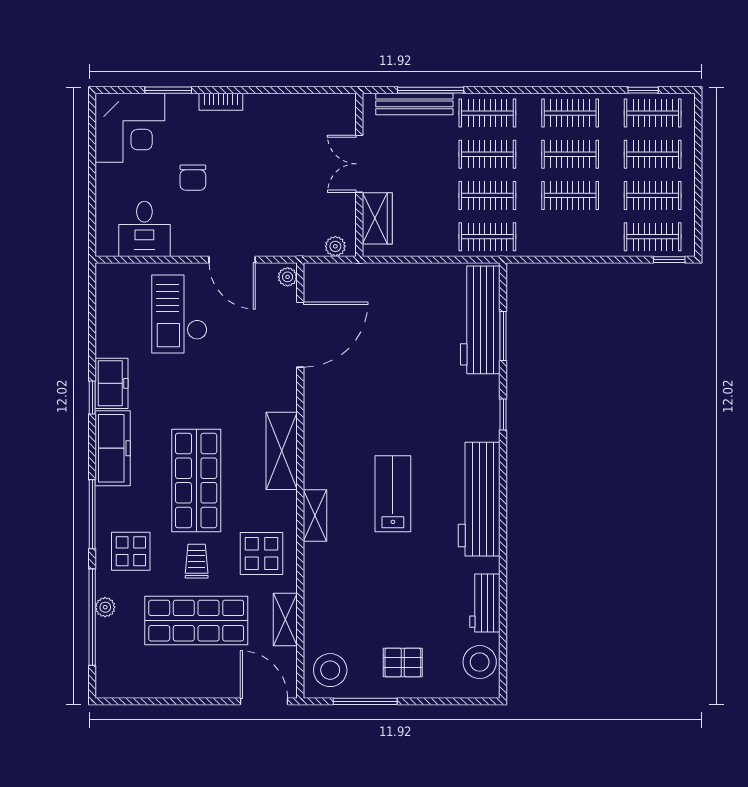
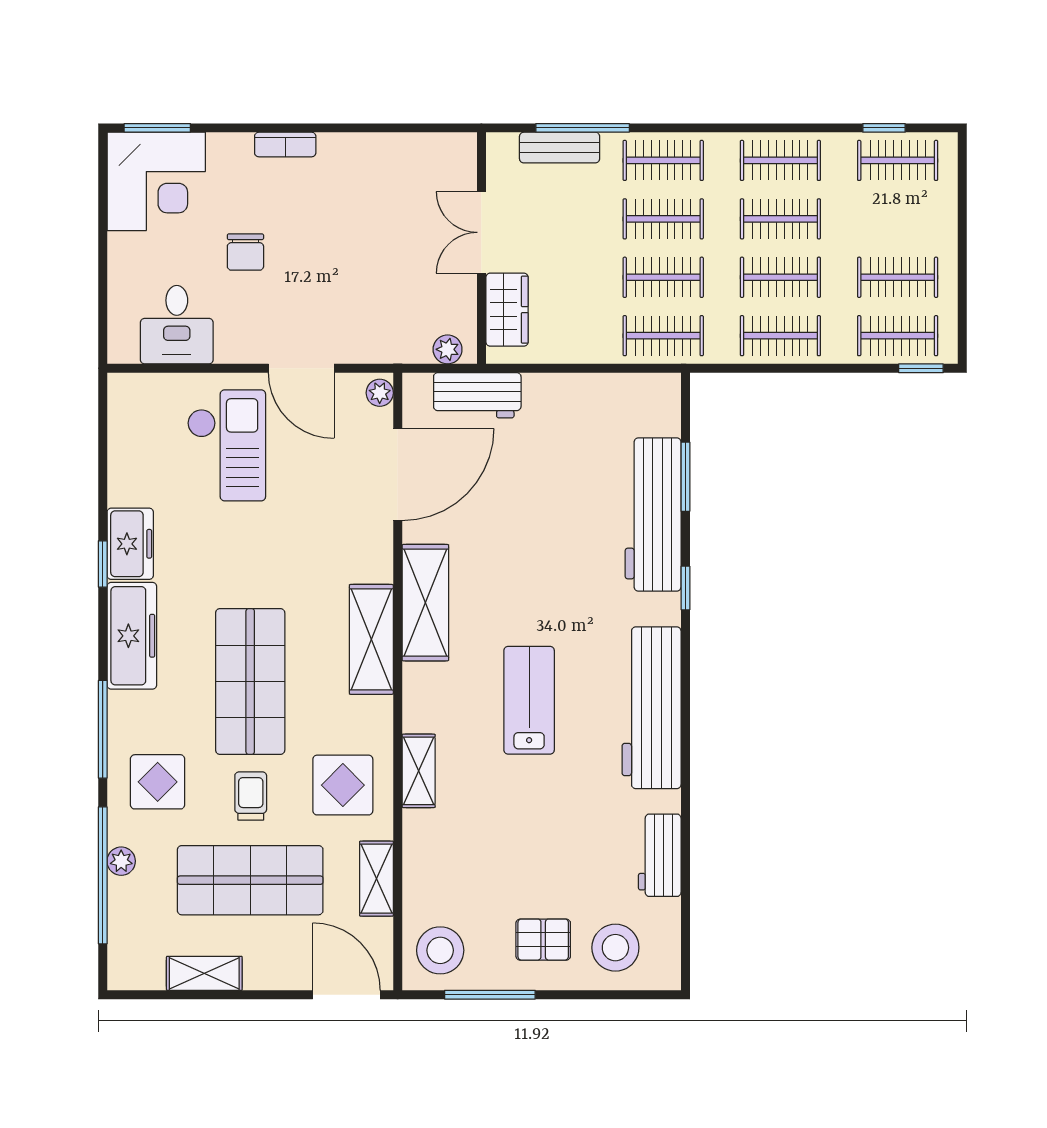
window: (168, 90) -> (157, 128), moved
bench: (414, 104) -> (560, 148), width x0.73
clothes rail: (653, 154) -> (780, 336), moved
workbench: (356, 279) -> (477, 395), added
checkout: (179, 314) -> (226, 445), turned 180
workbench: (480, 320) -> (653, 514), moved
shelving: (320, 425) -> (425, 603), added
shelving: (315, 515) -> (419, 771), moved
stool: (480, 662) -> (615, 948), moved
shelving: (164, 686) -> (204, 973), added

